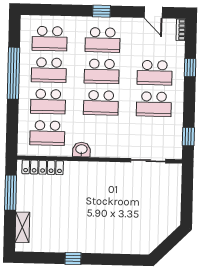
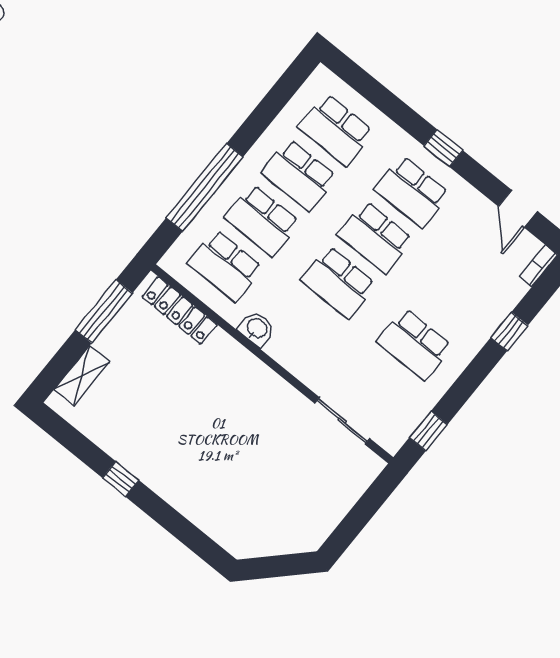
window: (14, 73) -> (205, 187), moved
school desk: (155, 73) -> (451, 299), removed

